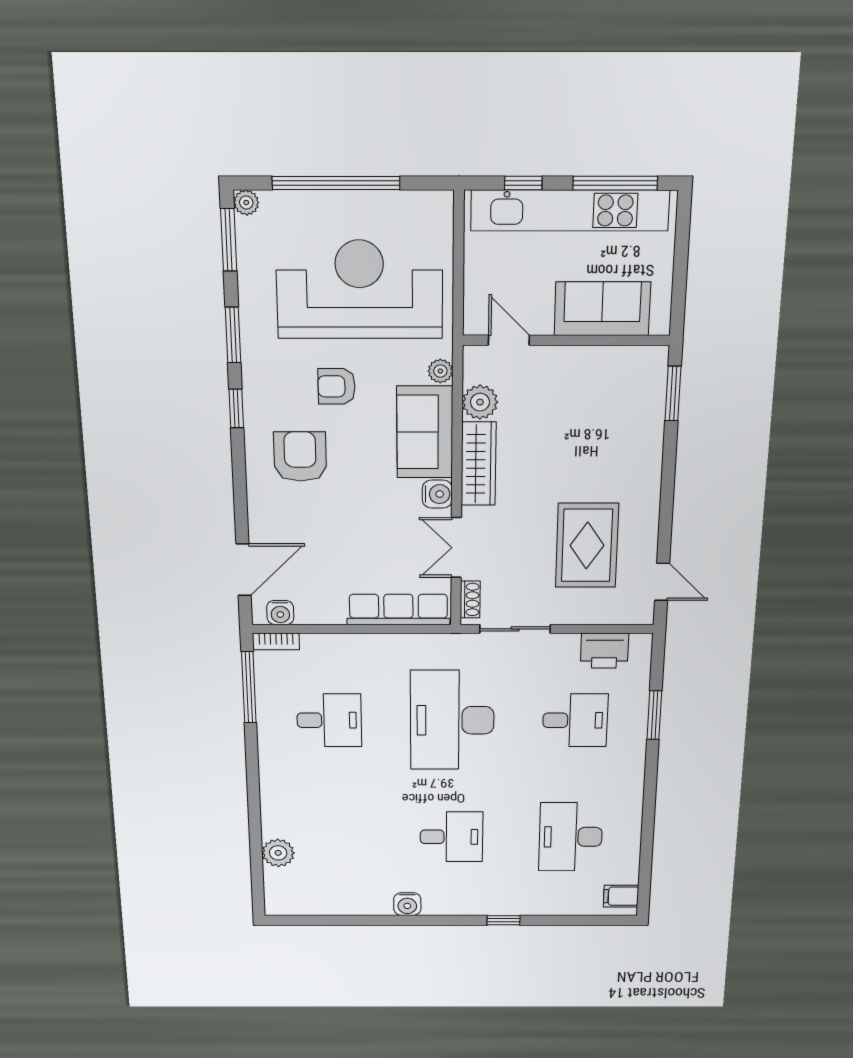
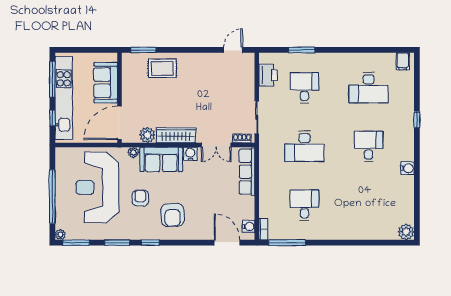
door: (509, 340) -> (120, 123), width x1.88
armchair: (337, 386) -> (140, 198), turned 180
armchair: (300, 457) -> (173, 215), turned -92
rug: (587, 545) -> (162, 68), moved, width x0.73, depth x0.70
desk: (452, 720) -> (304, 146), width x0.73, depth x0.77
plant: (278, 853) -> (406, 232), moved

